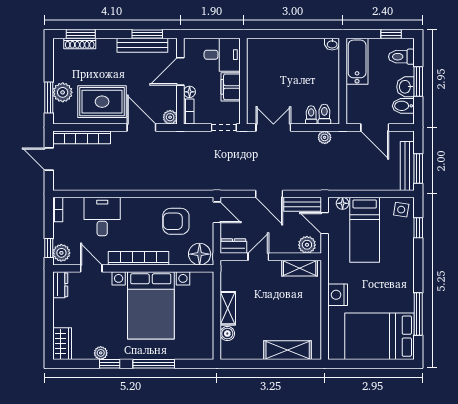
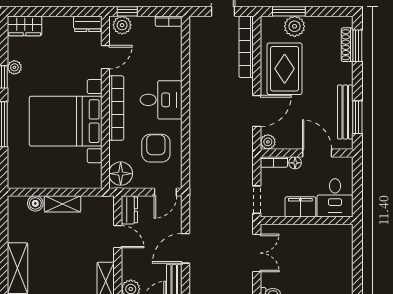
desk: (102, 217) -> (161, 100), moved

